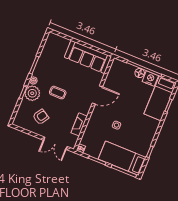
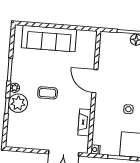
sofa: (88, 57) -> (49, 38), moved
door: (97, 95) -> (95, 81), swing flipped
armchair: (41, 117) -> (37, 128), removed

